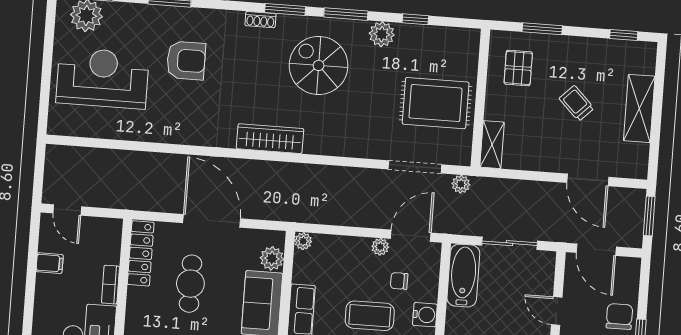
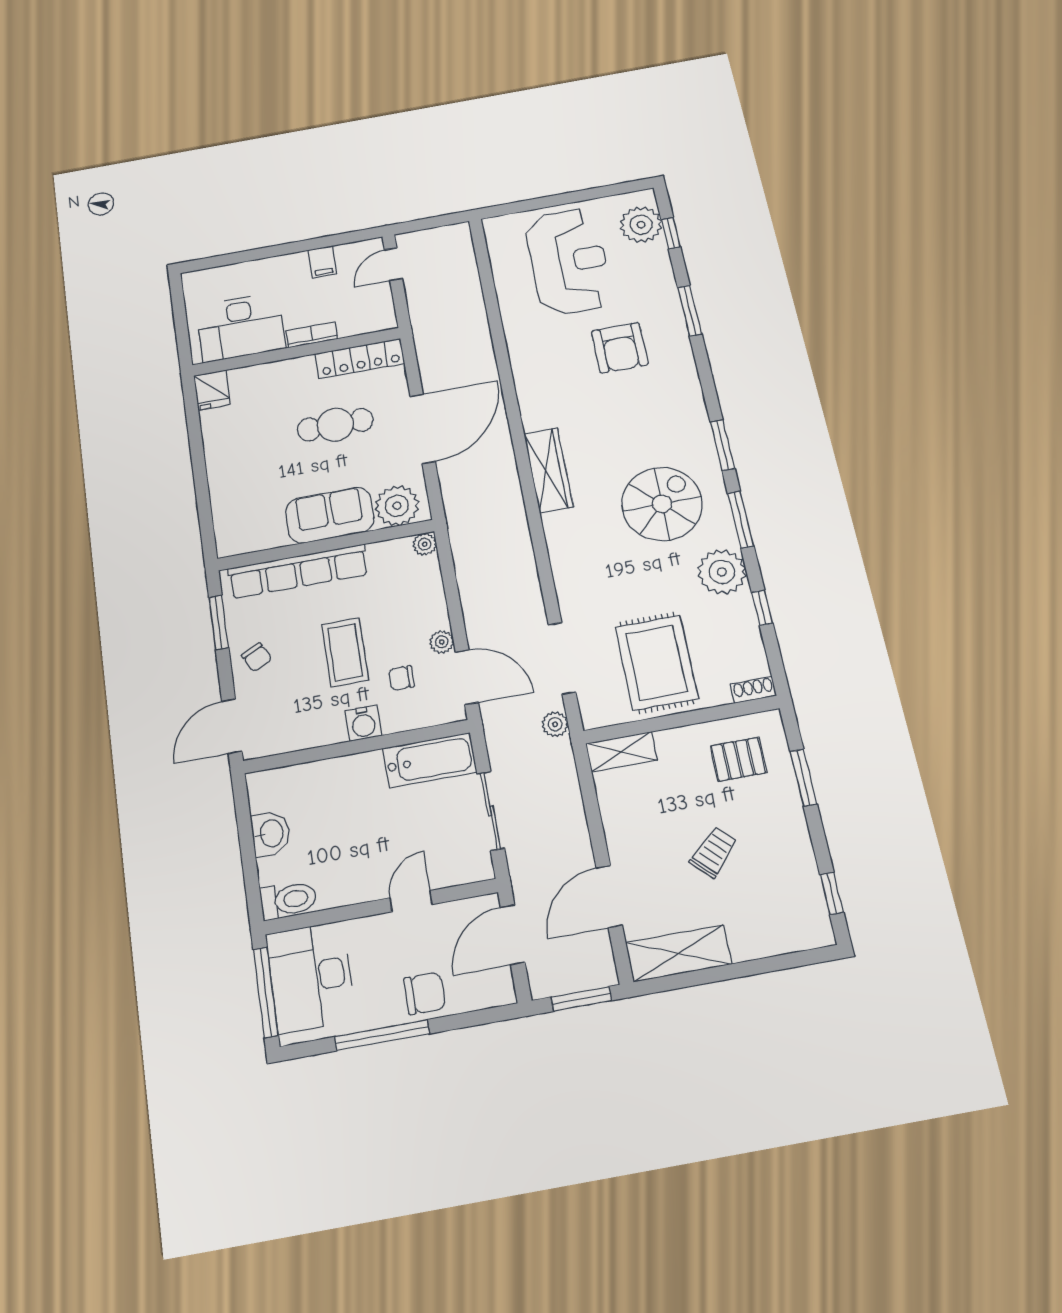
shoe rack: (260, 20) -> (753, 690), moved, turned 90
plant: (382, 34) -> (722, 572), width x1.36, depth x1.36
shelving: (639, 108) -> (679, 953), moved
plant: (272, 258) -> (397, 506), width x1.36, depth x1.36
chair: (399, 281) -> (401, 678), turned -90

